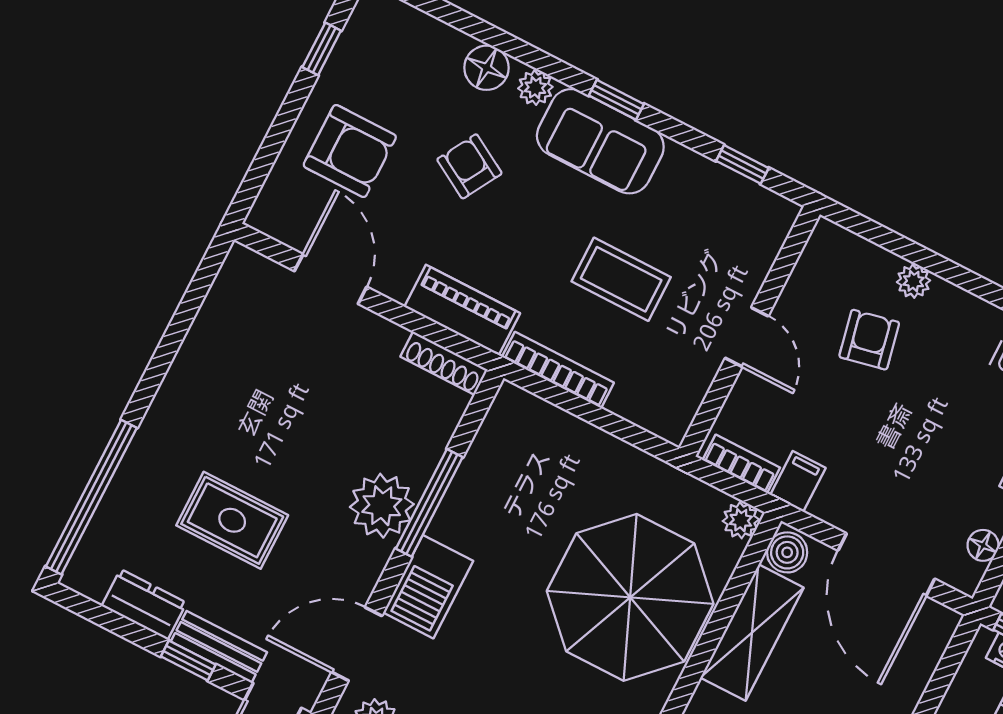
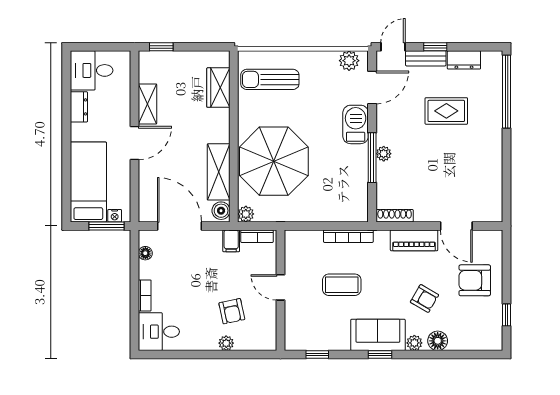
piano: (462, 310) -> (414, 240), moved
plant: (382, 506) -> (384, 154), width x0.53, depth x0.53

